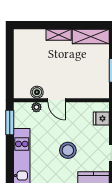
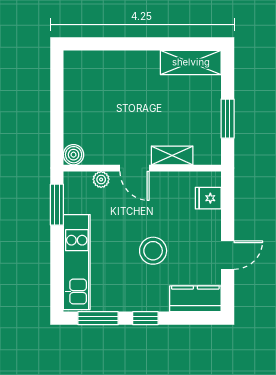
shelving: (59, 35) -> (172, 155), moved
boiler: (37, 92) -> (74, 155), moved

